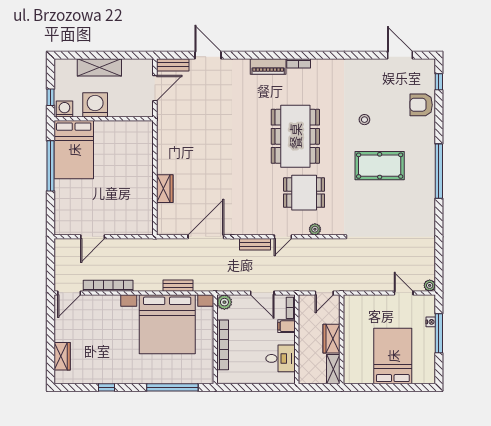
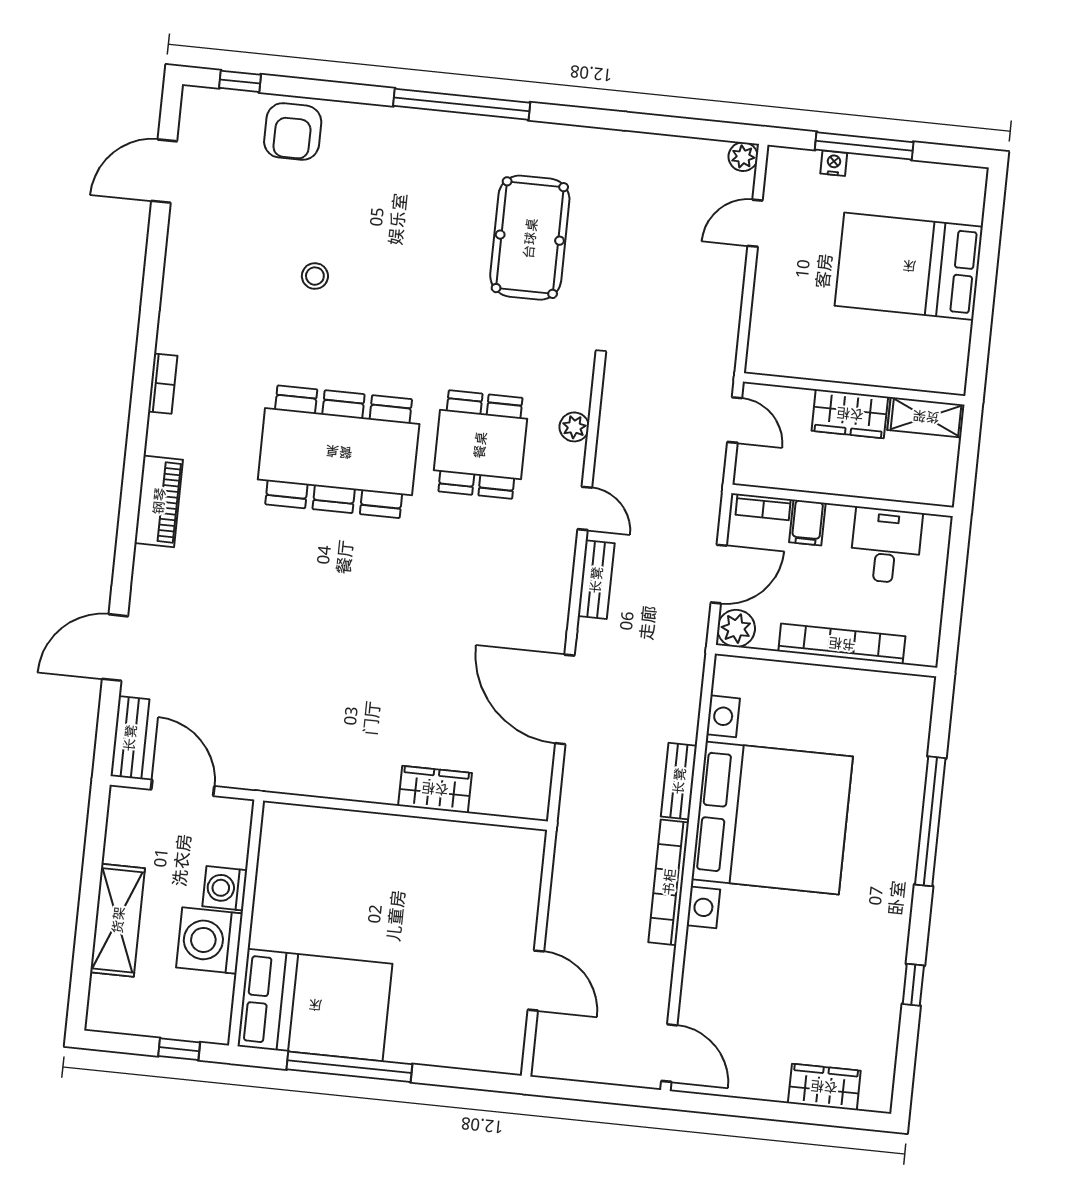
bookcase: (299, 63) -> (163, 384), moved
washing machine: (64, 109) -> (225, 888), moved
pool table: (380, 166) -> (530, 238), moved
bookcase: (108, 286) -> (669, 882), moved
plant: (224, 302) -> (736, 628), moved
wall: (215, 339) -> (826, 661), moved
bookcase: (223, 345) -> (842, 644), moved

